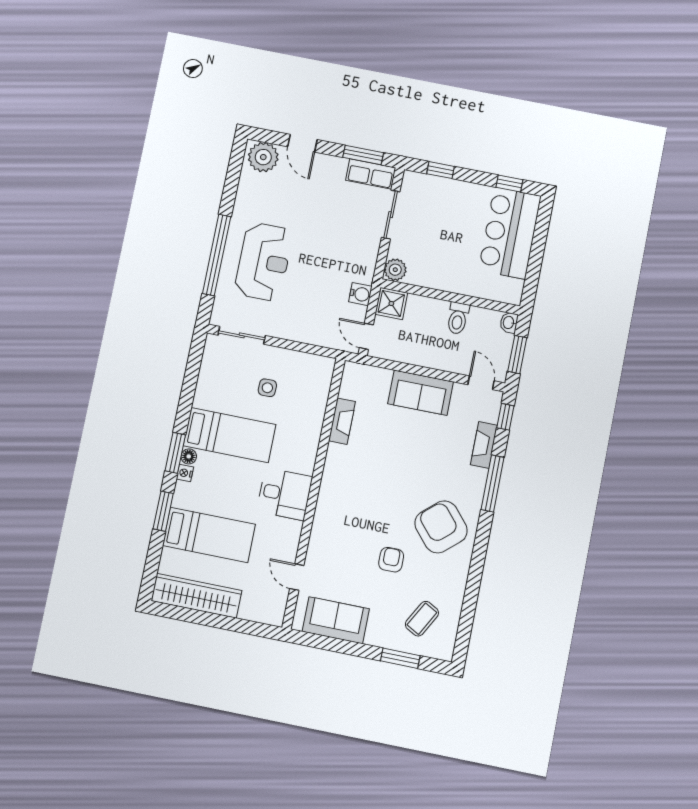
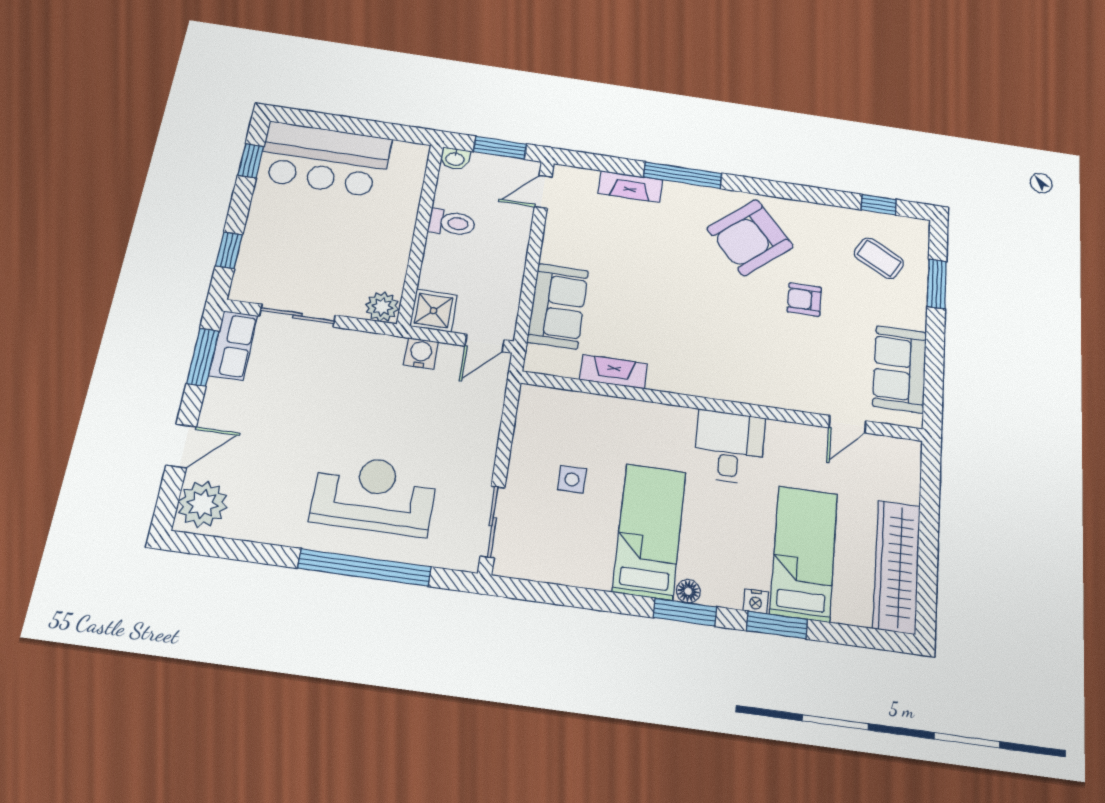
sofa: (421, 393) -> (558, 306), moved
window: (505, 417) -> (879, 205), moved
nightstand: (185, 473) -> (756, 601), moved

